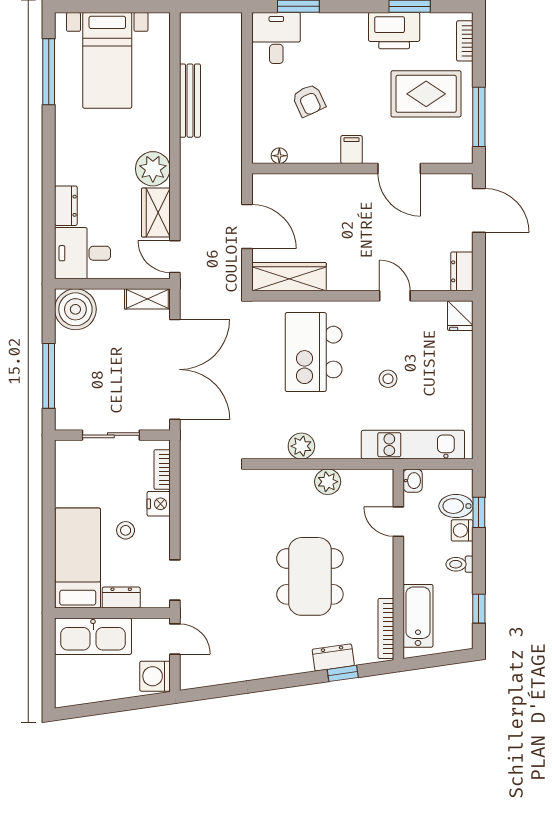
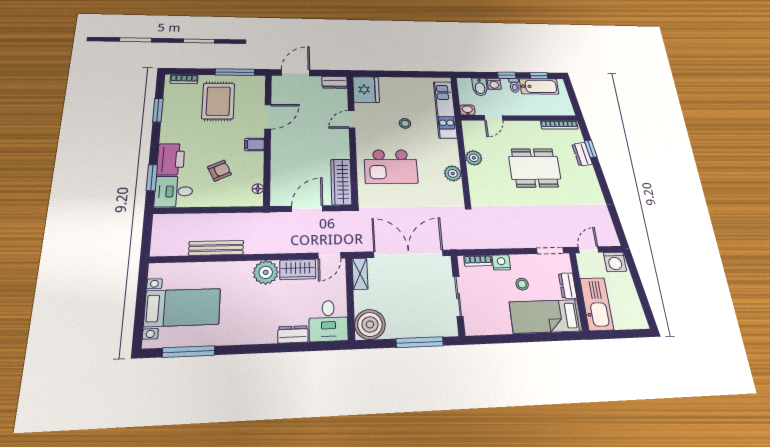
printer: (394, 31) -> (171, 159), moved
fridge: (460, 316) -> (366, 90), width x1.88, depth x1.34
window: (479, 512) -> (507, 75), moved
bathtub: (418, 616) -> (539, 86), moved, turned 180

